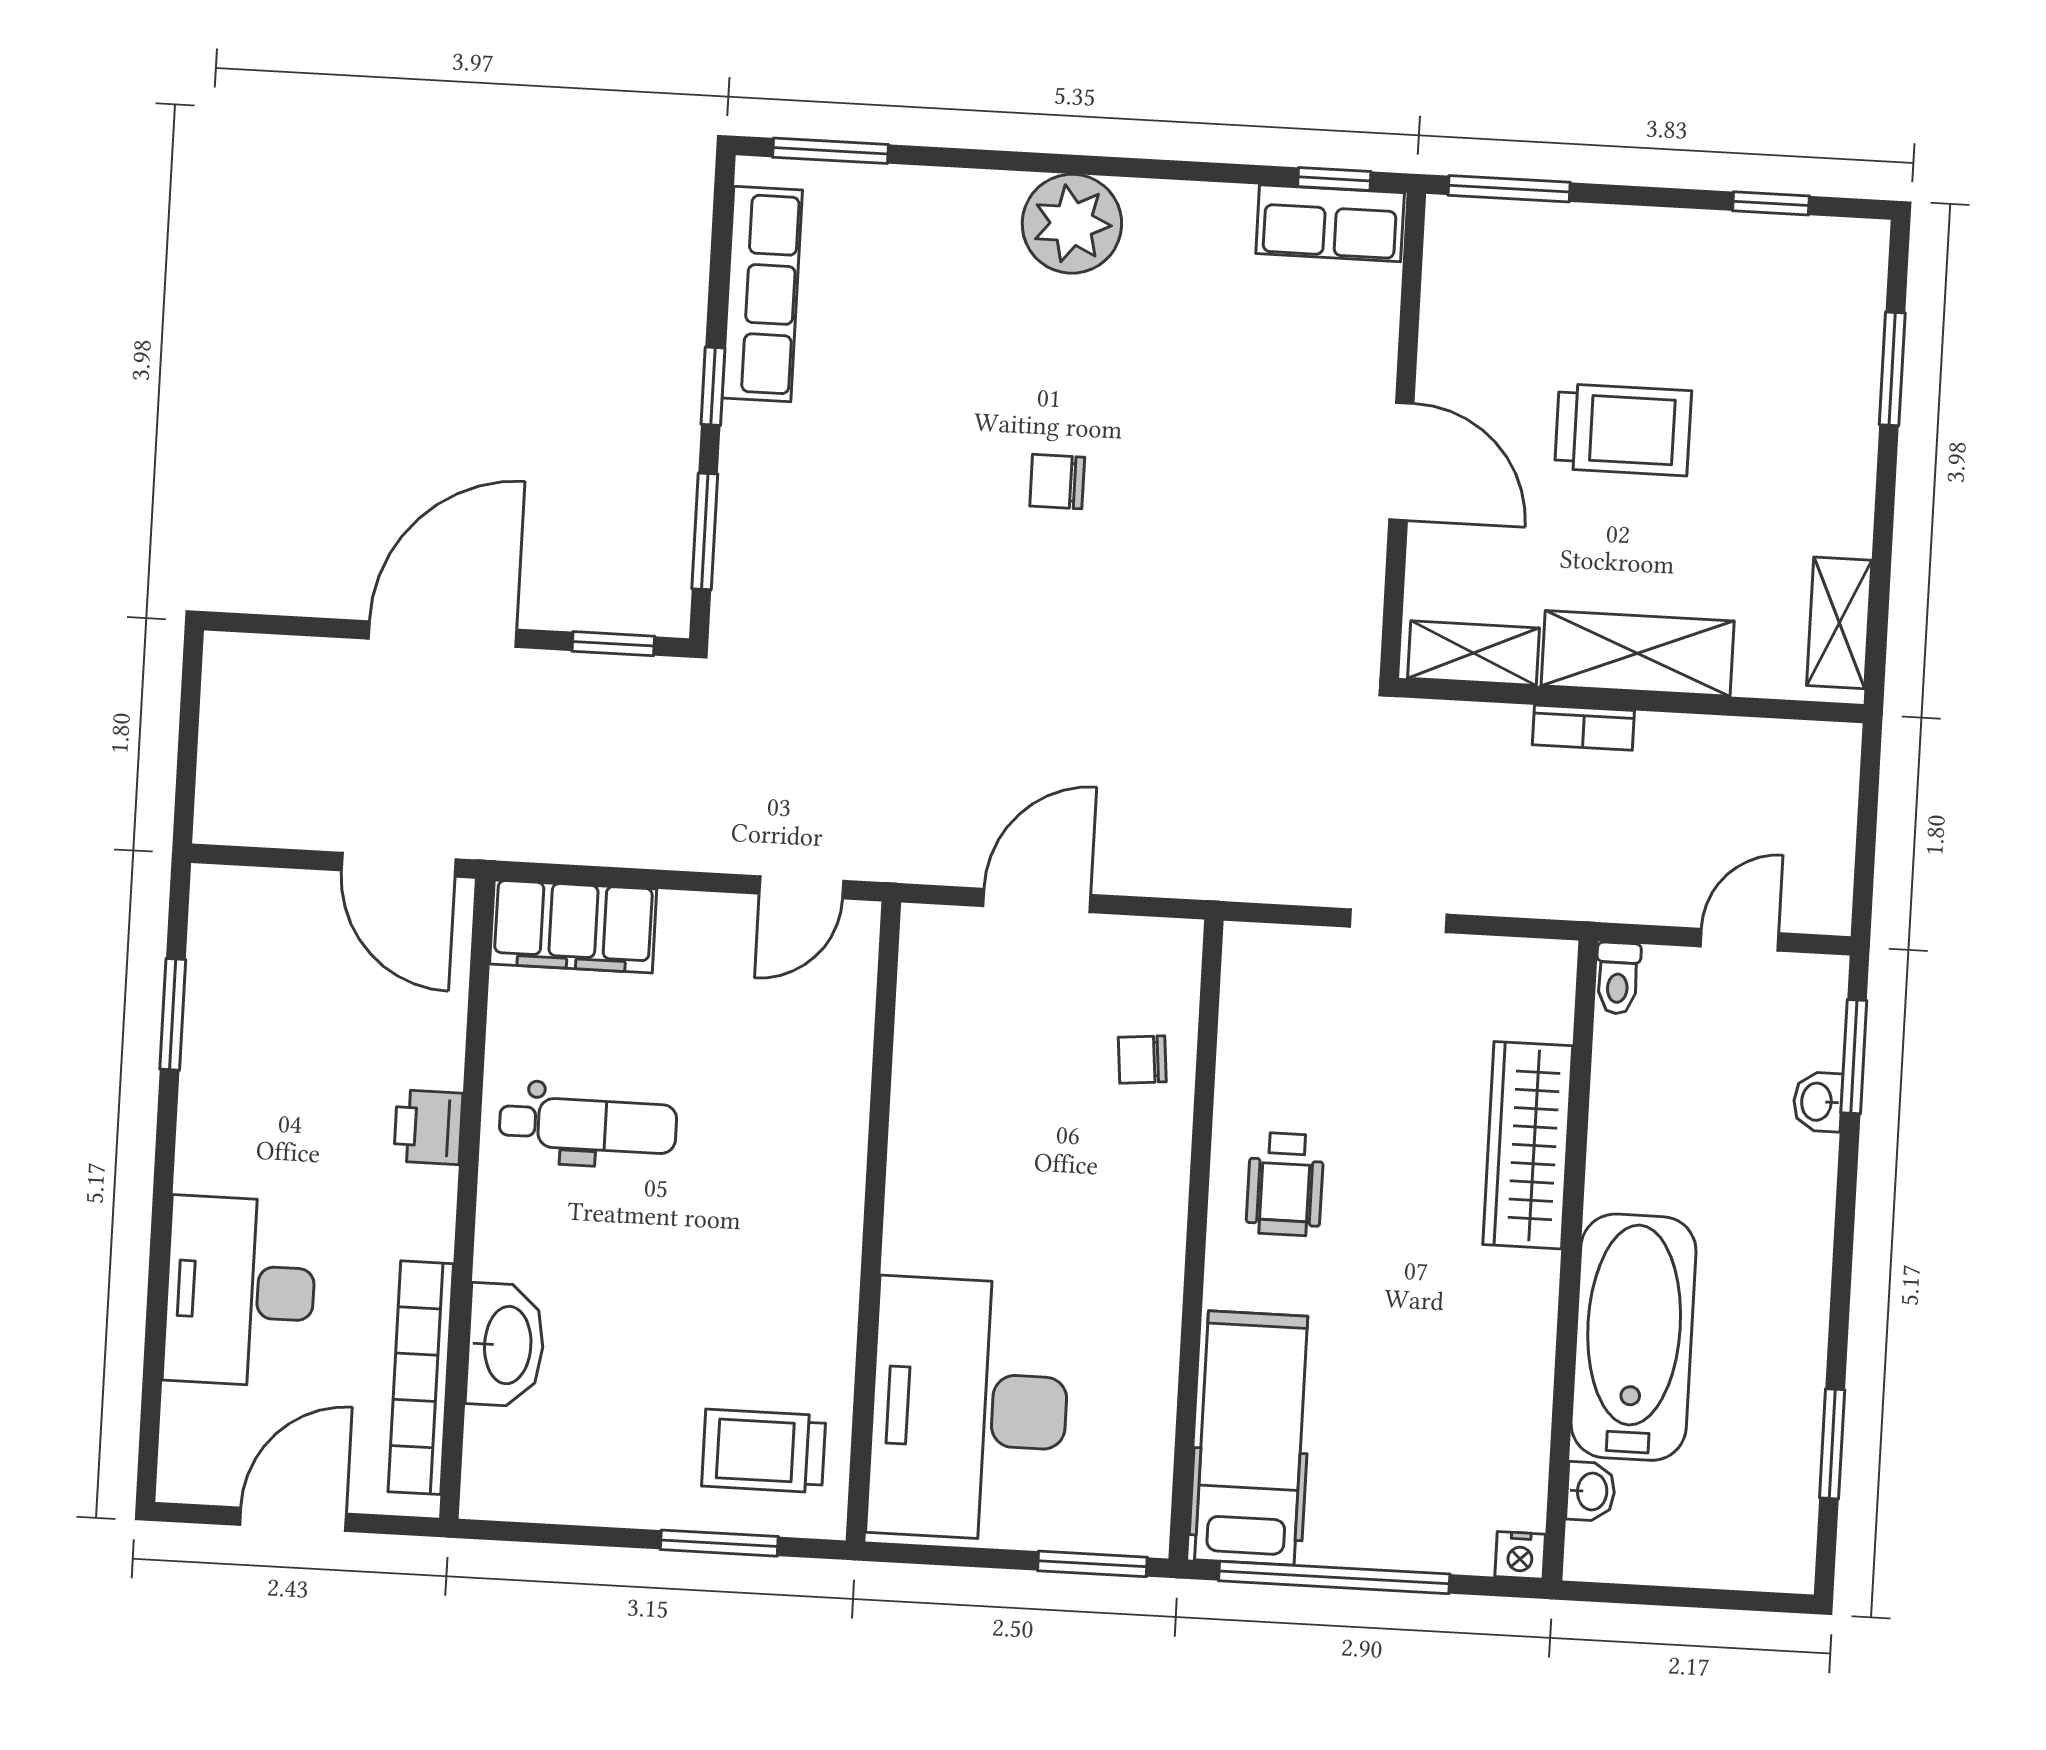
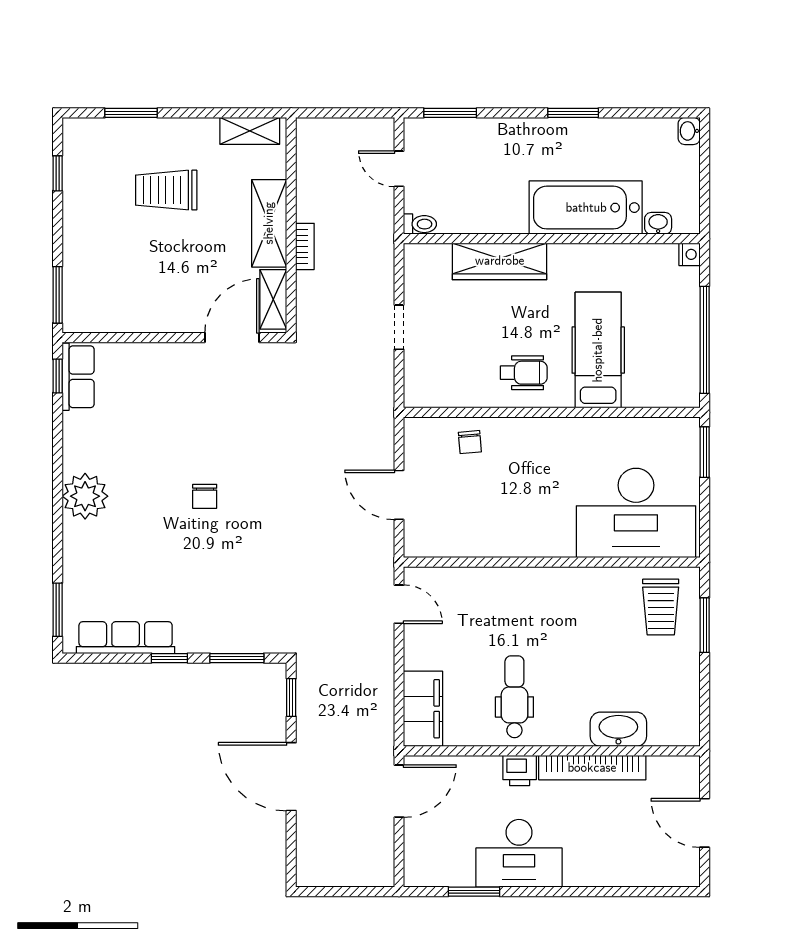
trolley: (1623, 430) -> (166, 190), moved, turned -90
door: (1401, 461) -> (232, 338), moved
washbasin: (1818, 1102) -> (689, 131), moved, turned 90
desk: (240, 1291) -> (519, 853), moved
bookcase: (421, 1378) -> (592, 768), moved
hospital bed: (1251, 1438) -> (598, 350), moved, turned 90
window: (1832, 1444) -> (573, 113), moved

